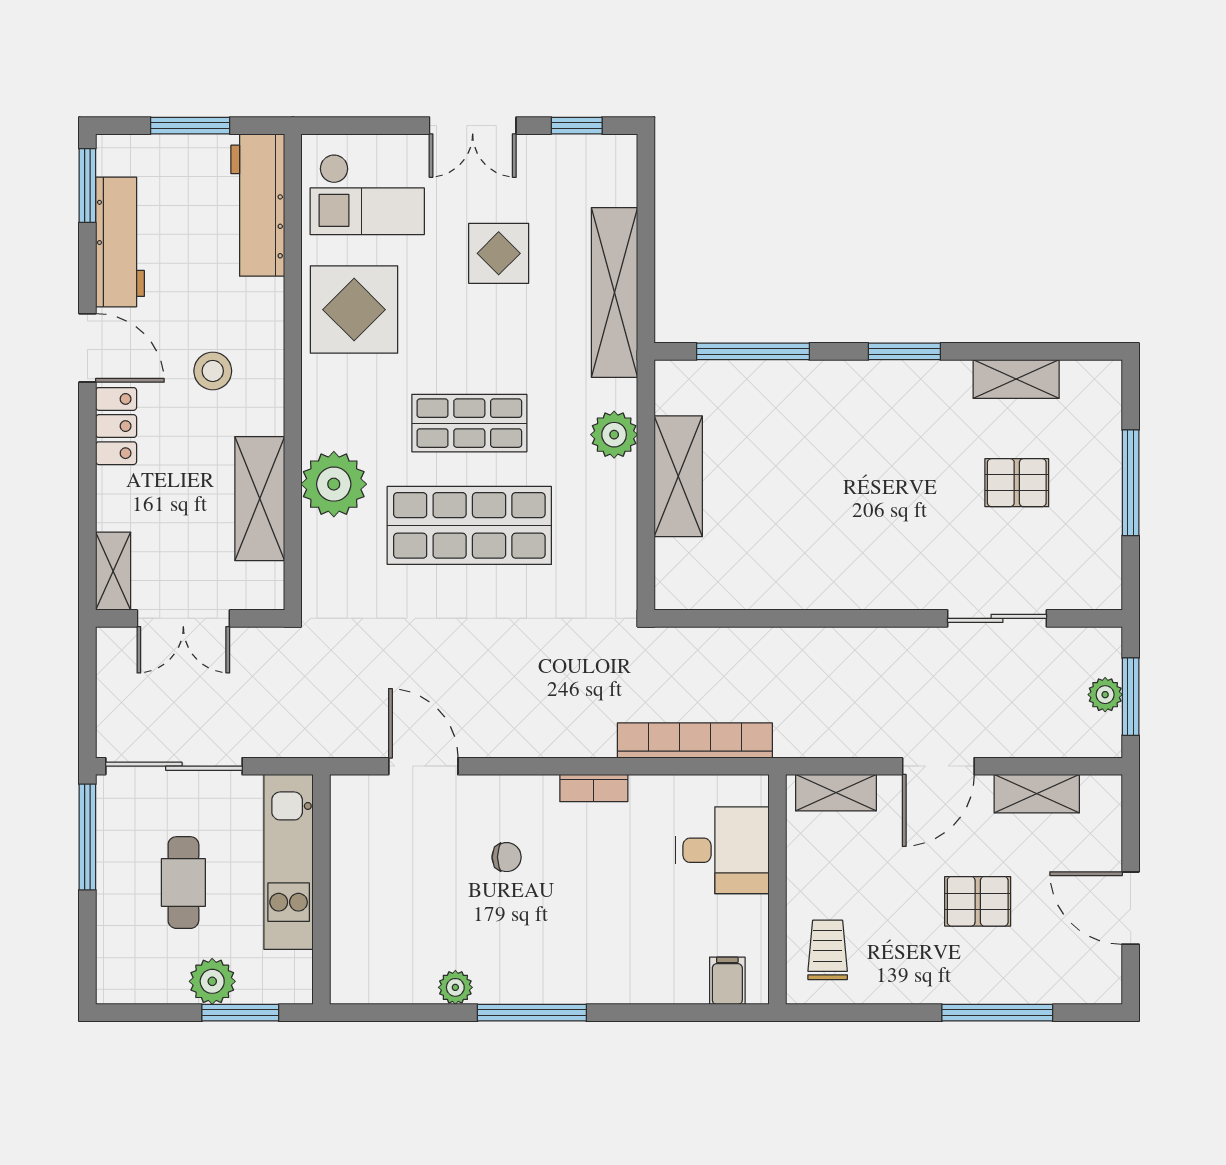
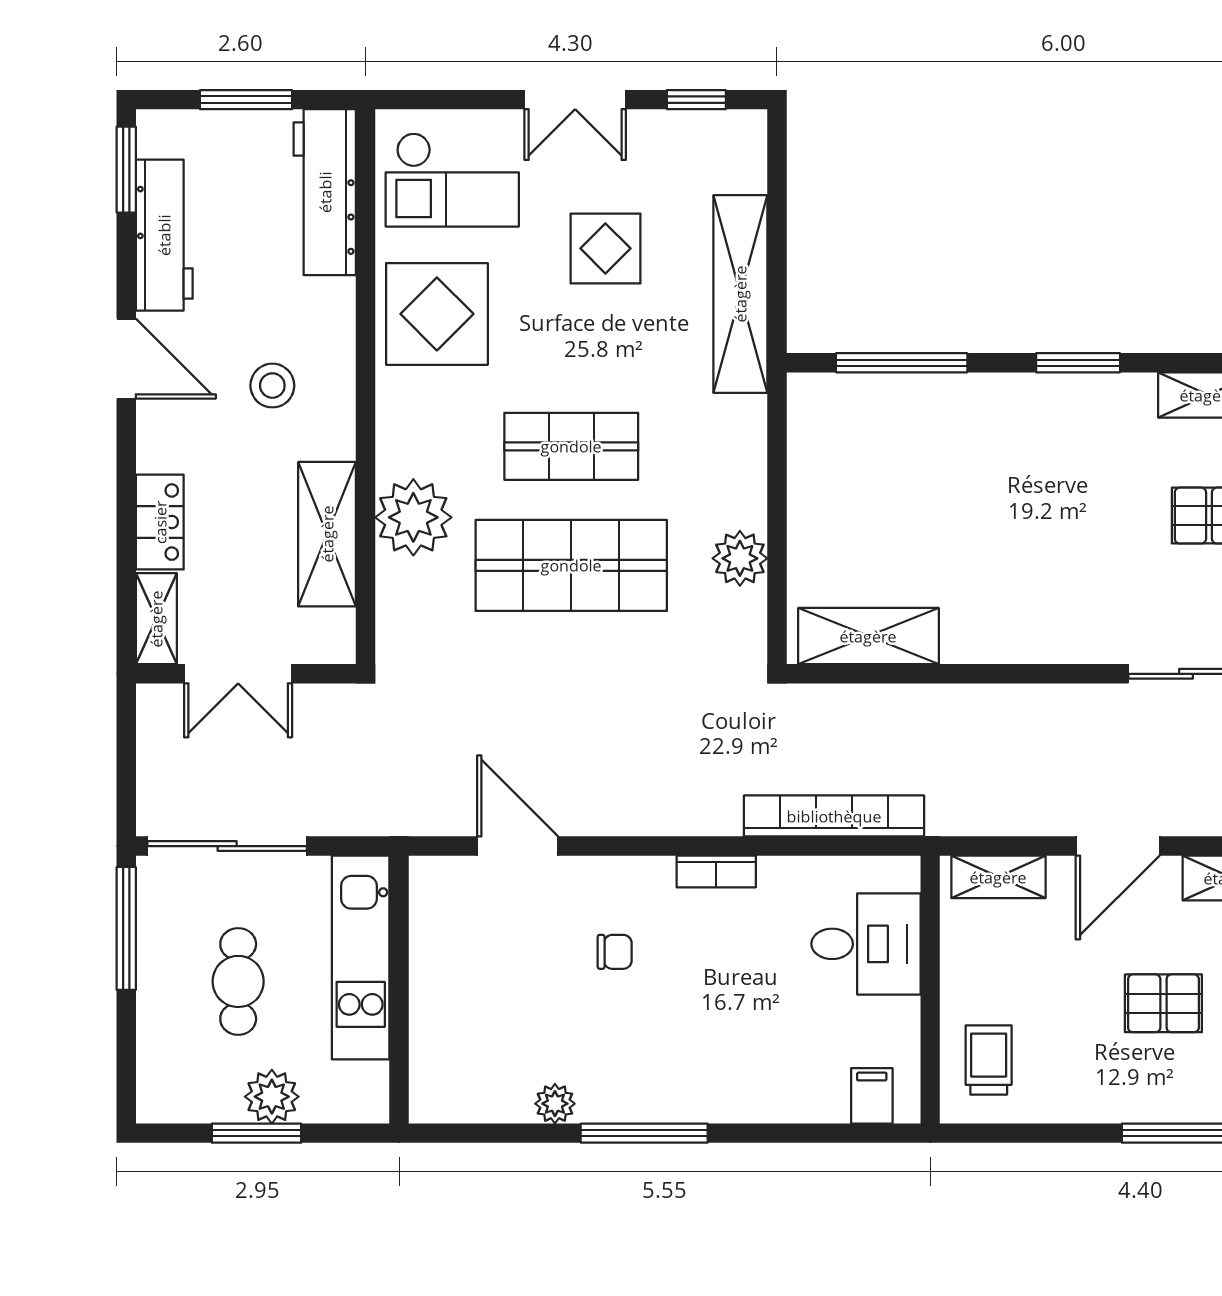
locker: (116, 426) -> (160, 522), moved
plant: (614, 435) -> (740, 558), moved
shelving: (678, 476) -> (868, 636), moved, turned 90
window: (240, 1013) -> (257, 1133), moved

